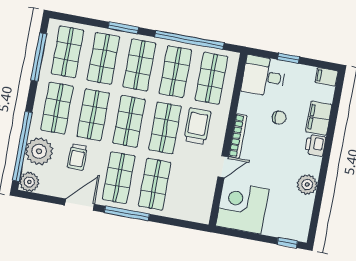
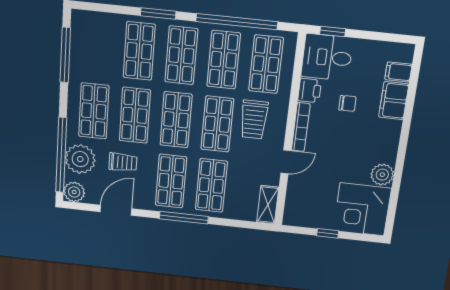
shop shelf: (67, 52) -> (97, 47), removed
window: (288, 58) -> (333, 32), moved
filing cabinet: (326, 77) -> (398, 72), moved
trolley: (197, 126) -> (254, 120), turned 180
printer: (315, 145) -> (310, 91), moved, turned 180
trolley: (77, 157) -> (123, 162), turned -90
door: (79, 205) -> (116, 210), moved
shelving: (204, 206) -> (268, 205), added
corner desk: (242, 208) -> (362, 209), moved, turned -90
window: (287, 243) -> (328, 233), moved

